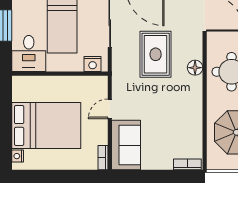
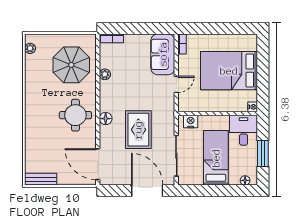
plant: (196, 121) -> (105, 74), added
nightstand: (18, 156) -> (253, 107), moved

